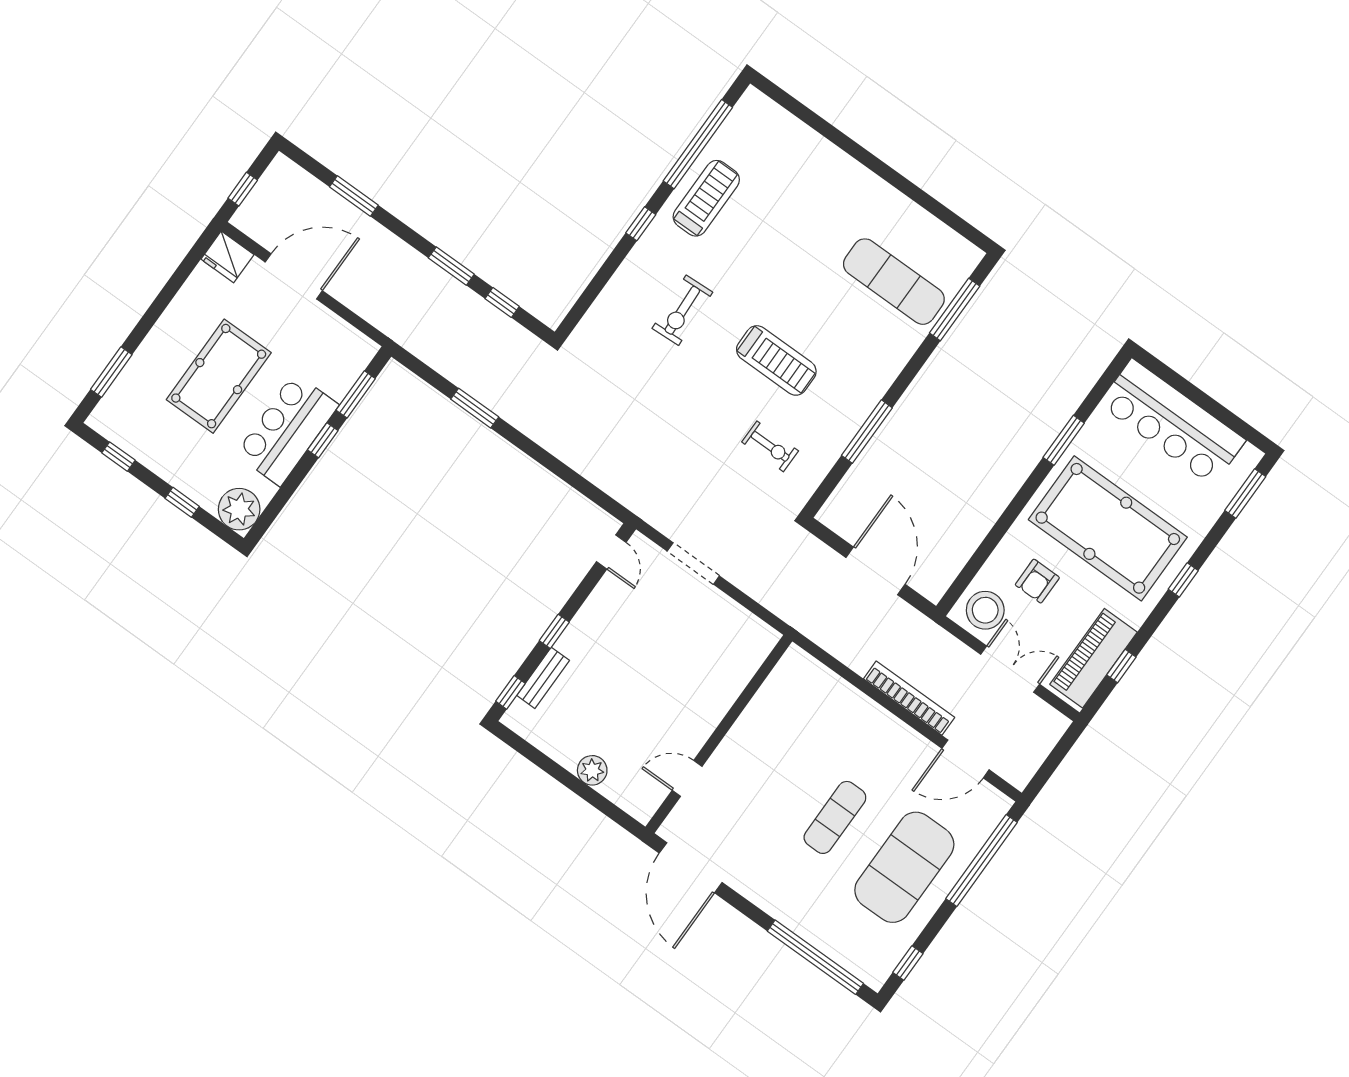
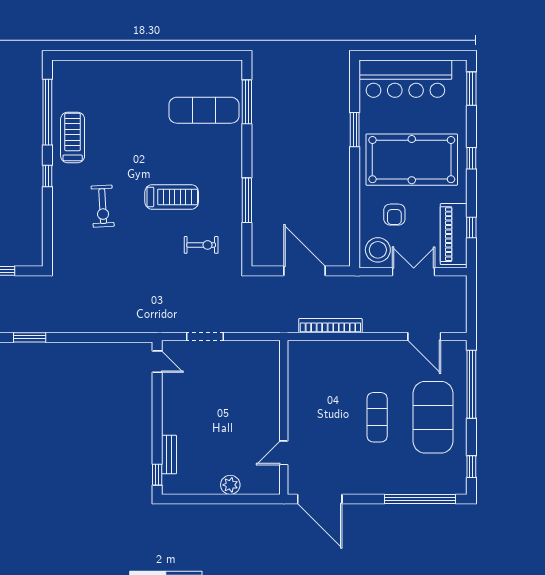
window: (554, 631) -> (157, 426), removed
bookcase: (909, 698) -> (330, 326), moved
door: (966, 759) -> (424, 336), hinge flipped

